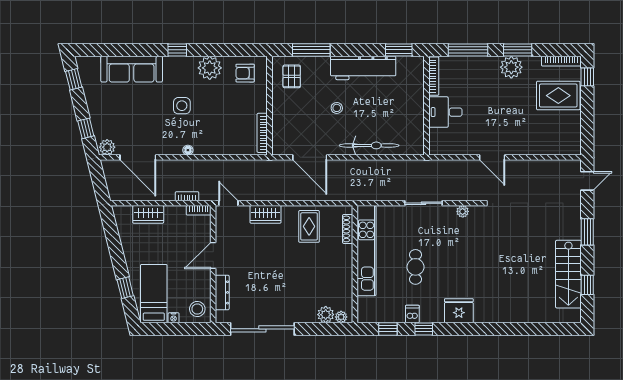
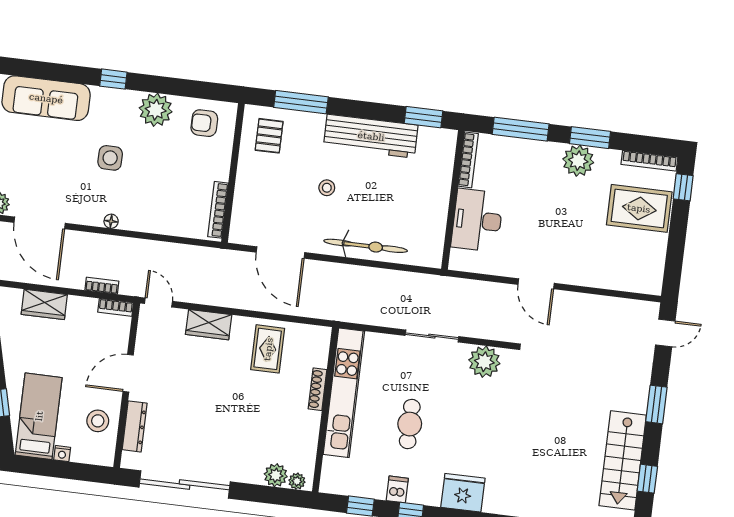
desk: (445, 112) -> (477, 220), width x1.37
plant: (463, 211) -> (484, 362), width x1.87, depth x1.87
shoe rack: (348, 229) -> (317, 389), moved
stool: (197, 309) -> (98, 421), moved

